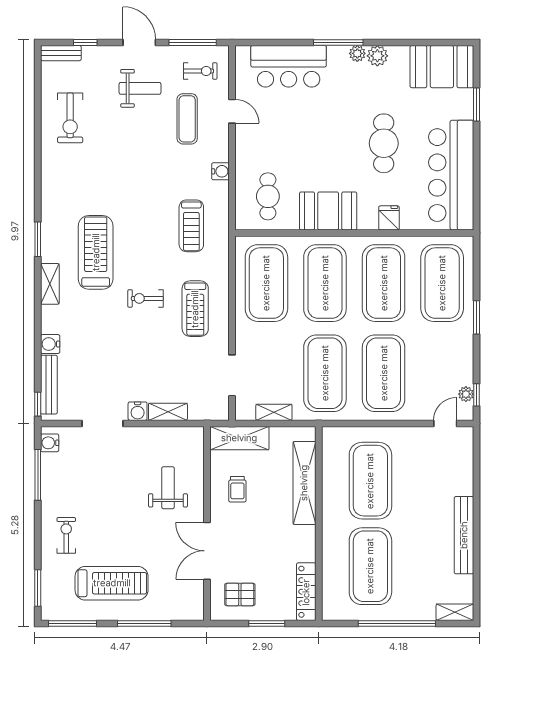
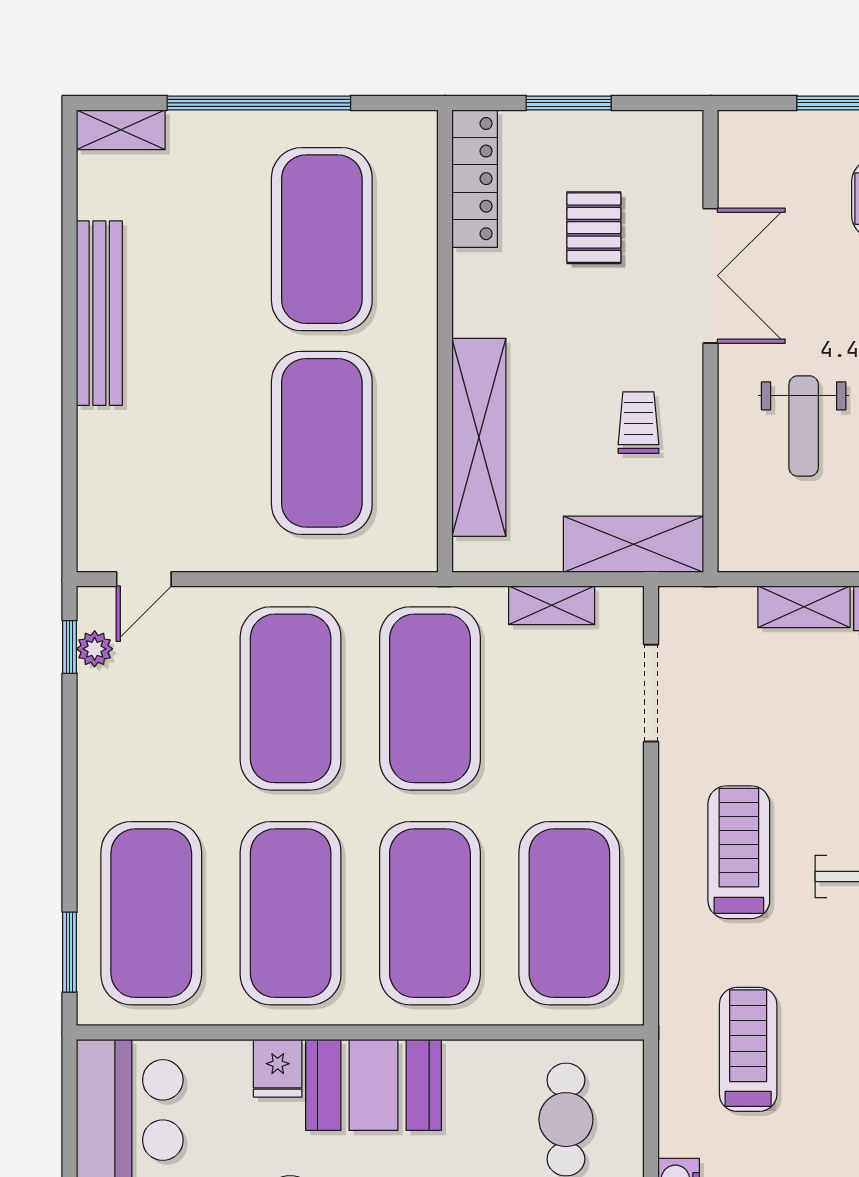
booth: (328, 211) -> (374, 1085), moved
window: (476, 317) -> (70, 952), moved
pallet: (240, 594) -> (594, 228), moved, turned 90

